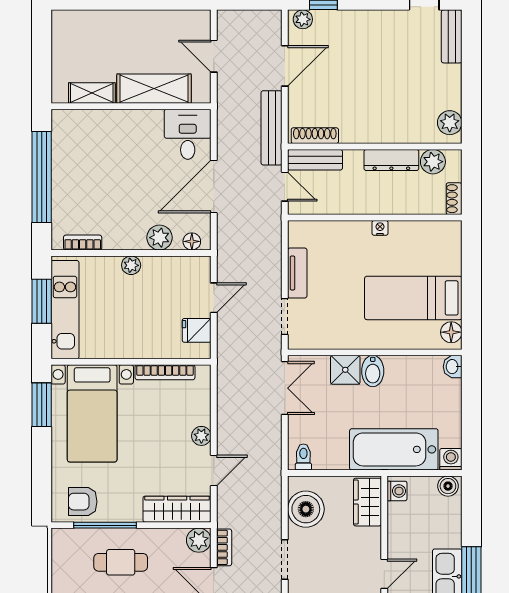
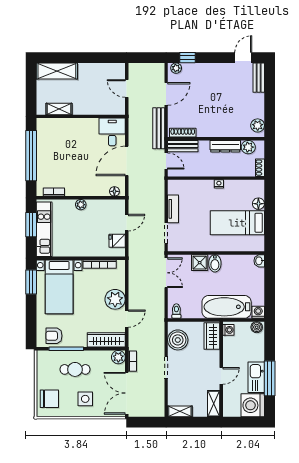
shelving: (154, 89) -> (57, 71), moved
plant: (159, 238) -> (97, 189), removed
floor lamp: (451, 332) -> (258, 204), moved
plant: (201, 436) -> (115, 299), width x1.88, depth x1.88

